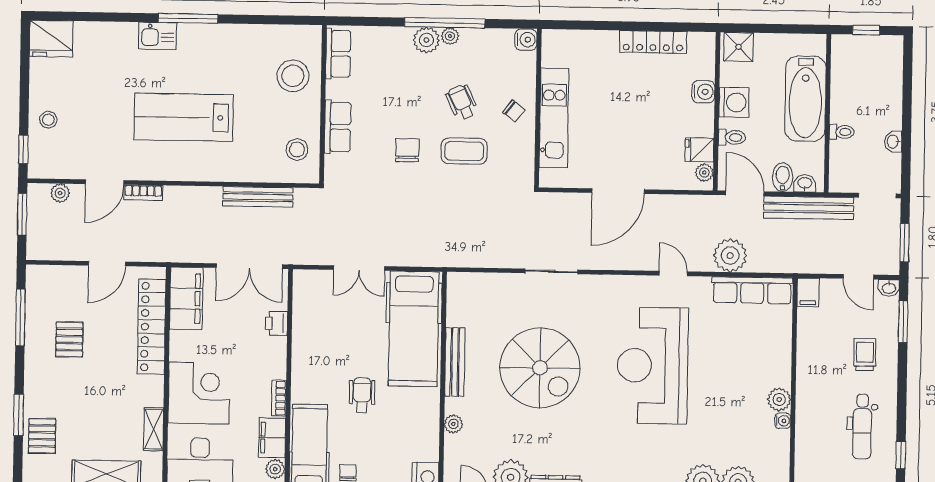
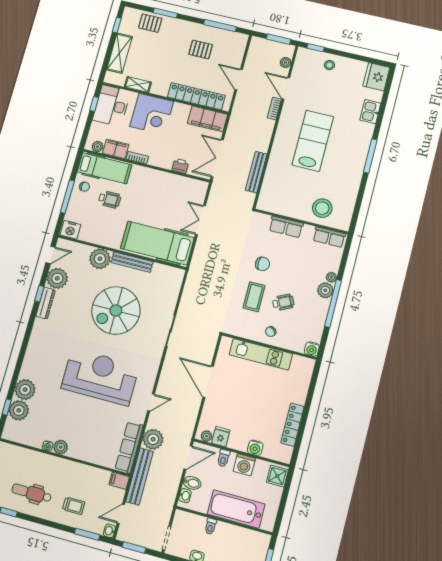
kitchen sink: (158, 36) -> (370, 112), moved
plant: (450, 36) -> (331, 277), moved
stool: (297, 150) -> (278, 201), removed
bench: (809, 208) -> (139, 476), moved
wheelchair: (362, 395) -> (110, 199), moved
plant: (453, 424) -> (100, 259), width x1.88, depth x1.88

